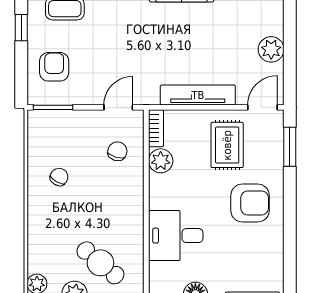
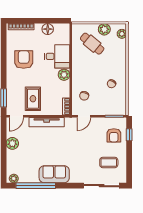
window: (21, 28) -> (129, 135), moved
plant: (161, 161) -> (64, 75), moved
armchair: (250, 203) -> (24, 60), moved, turned 90

